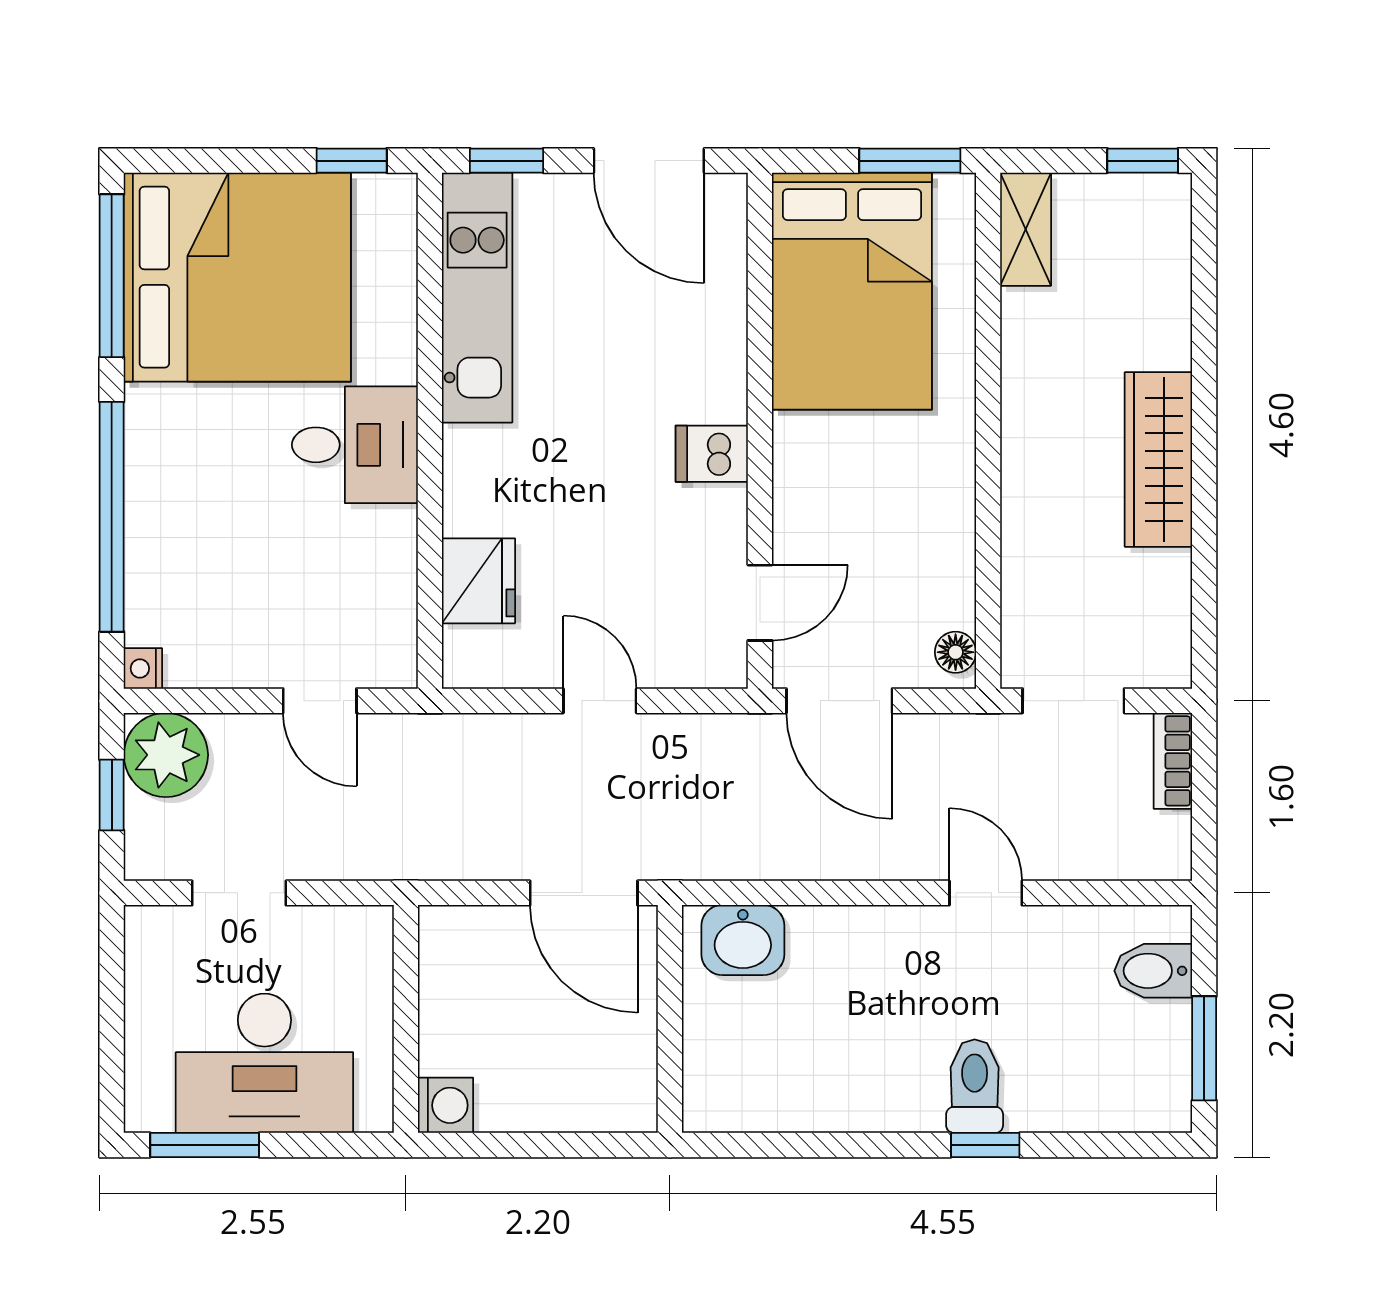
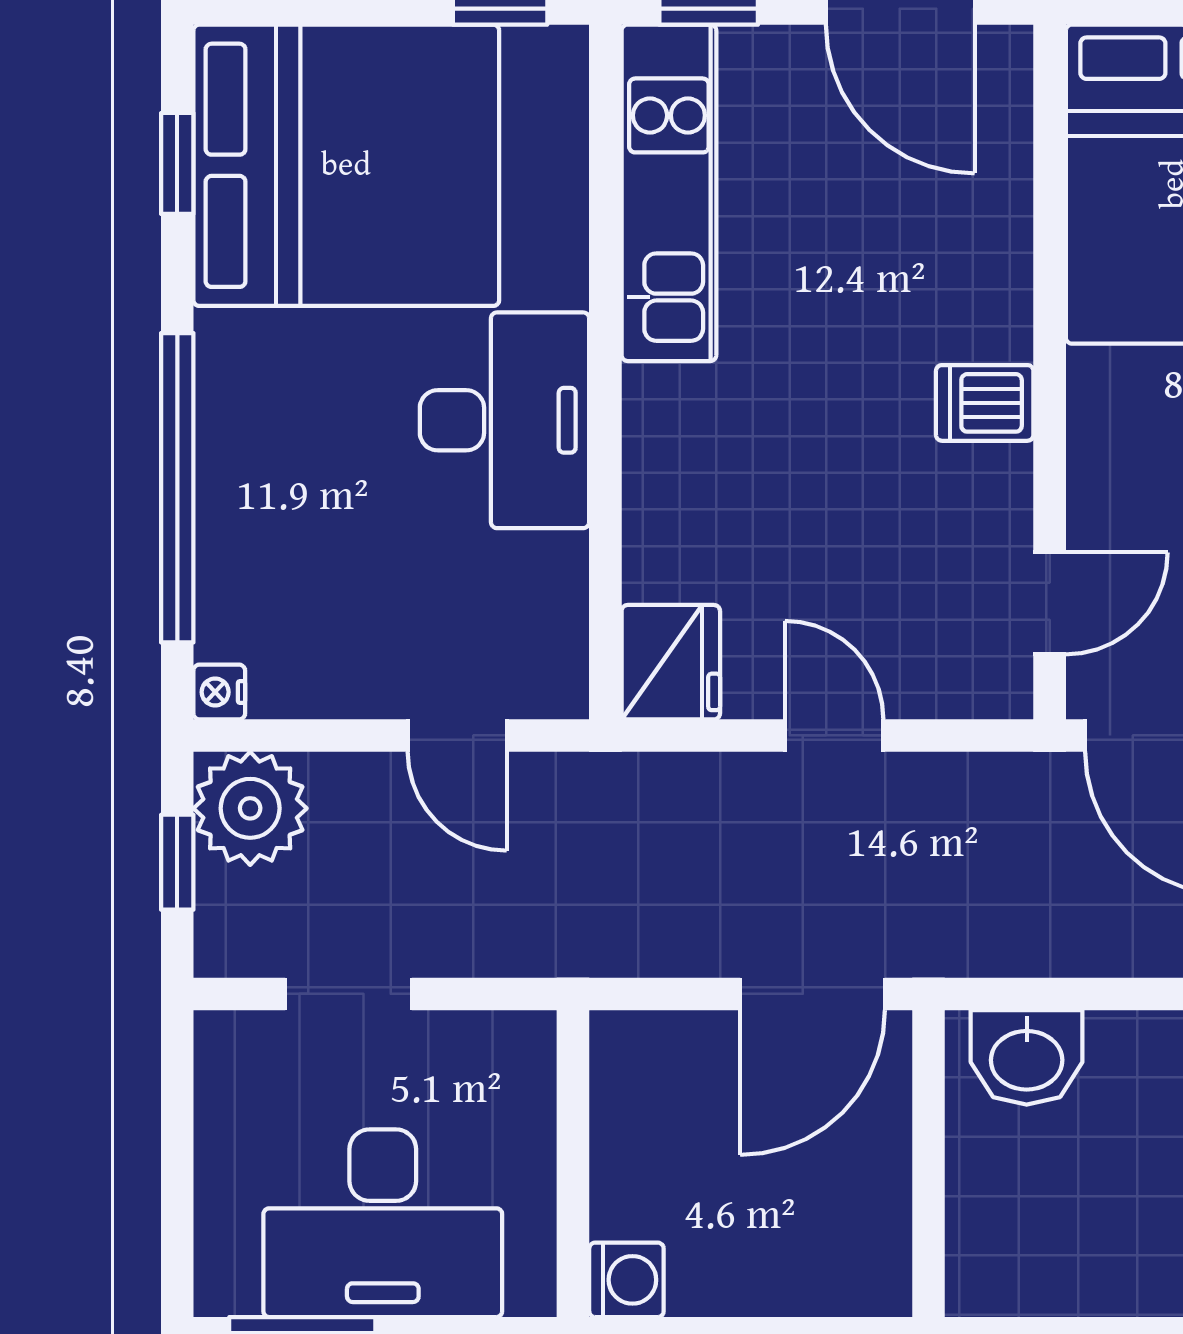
window: (112, 276) -> (177, 163), width x0.46
desk: (355, 445) -> (505, 420), width x1.37
fridge: (478, 581) -> (671, 662), moved
door: (584, 893) -> (813, 994), hinge flipped

